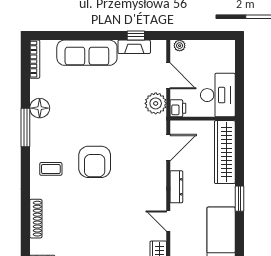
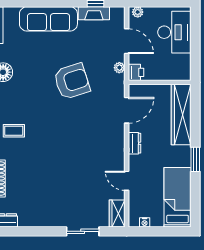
desk: (218, 95) -> (174, 32), moved
plant: (156, 103) -> (119, 68), width x0.53, depth x0.53
armchair: (95, 162) -> (72, 81), moved, turned -108
dresser: (176, 187) -> (135, 143), width x0.70

